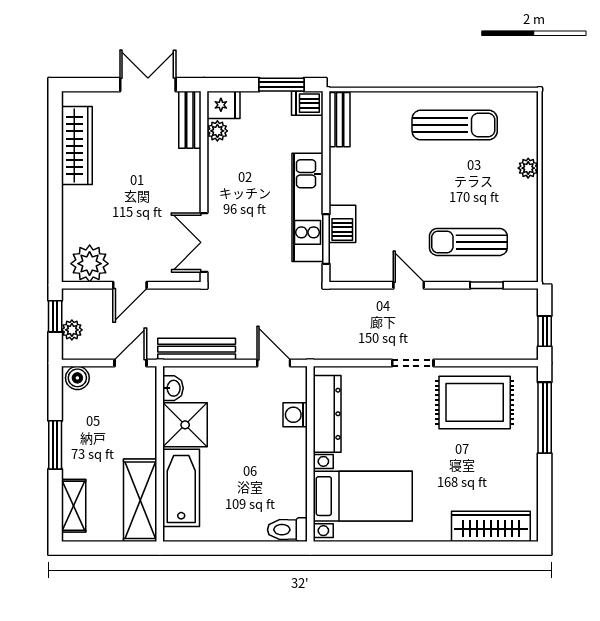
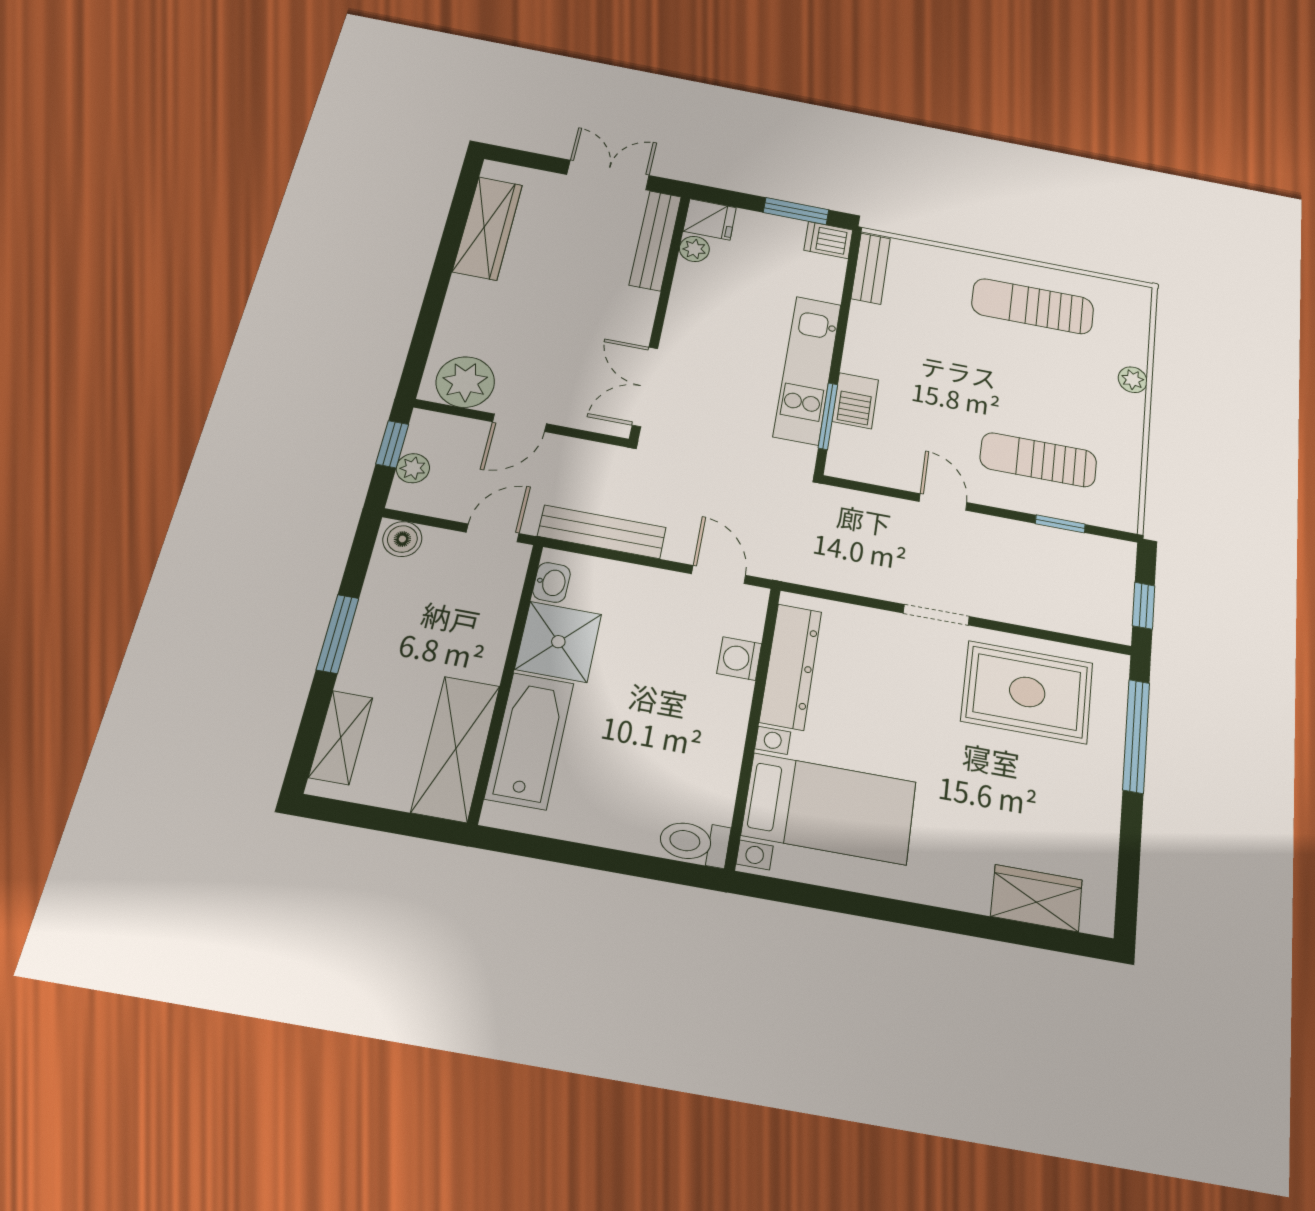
bench: (190, 120) -> (655, 240), width x1.36
sun lounger: (455, 125) -> (1033, 306), turned 180
wardrobe: (491, 526) -> (1037, 898), width x0.67

